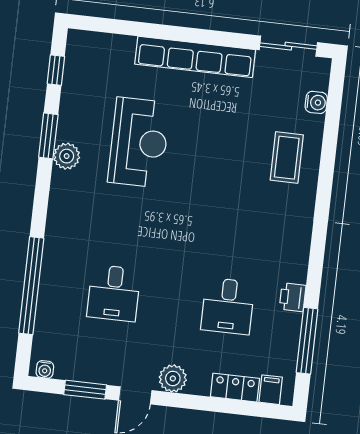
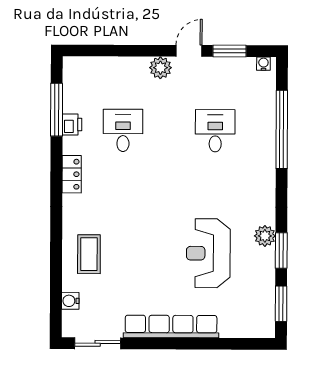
window: (56, 70) -> (281, 304), width x1.50
printer: (293, 297) -> (72, 124), moved
locker: (235, 388) -> (72, 174), moved, turned -90
filing cabinet: (271, 390) -> (81, 67), removed

